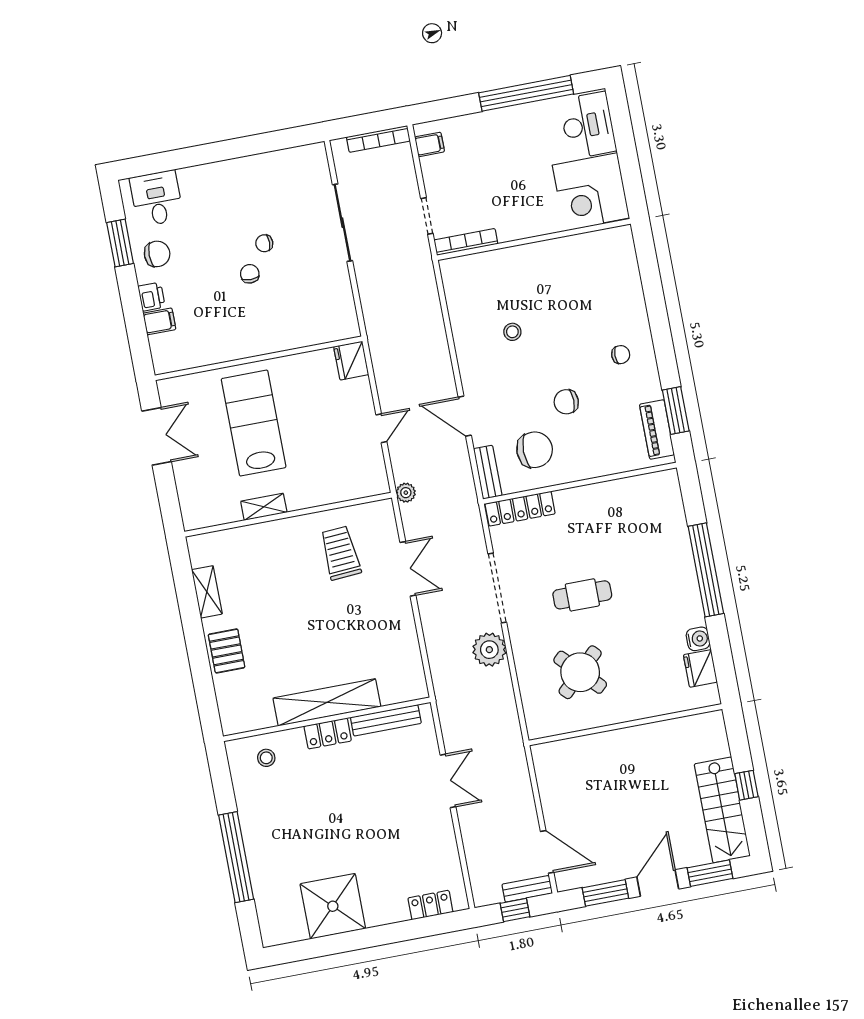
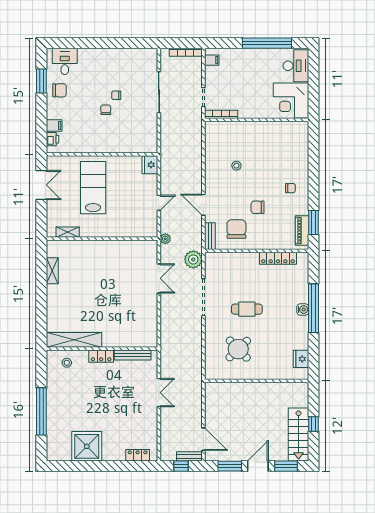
printer: (152, 297) -> (52, 139), moved
chair: (535, 450) -> (236, 229), turned -90
shelving: (264, 507) -> (68, 232), moved
locker: (520, 509) -> (278, 258), moved
trolley: (340, 553) -> (125, 264), removed
water cooler: (698, 639) -> (303, 310), moved
plant: (489, 650) -> (193, 259), moved
pallet: (227, 651) -> (57, 303), removed
shelving: (327, 702) -> (74, 340), moved

